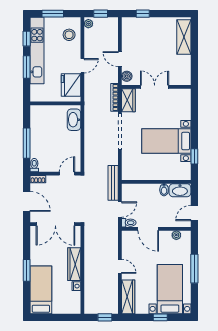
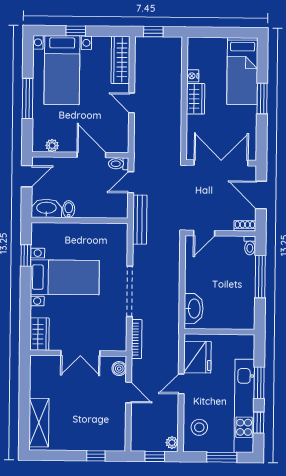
wardrobe: (128, 100) -> (39, 334), moved, turned 180
wardrobe: (74, 264) -> (196, 99), width x0.67

